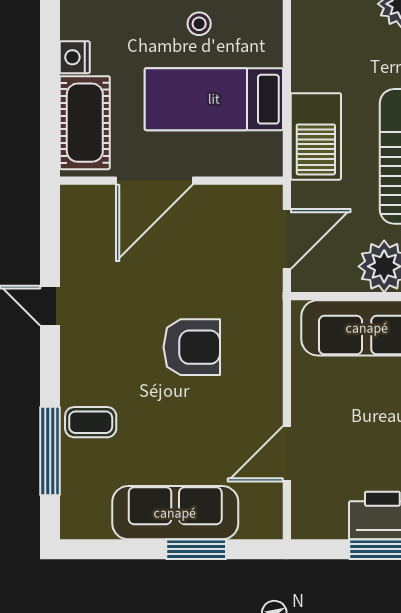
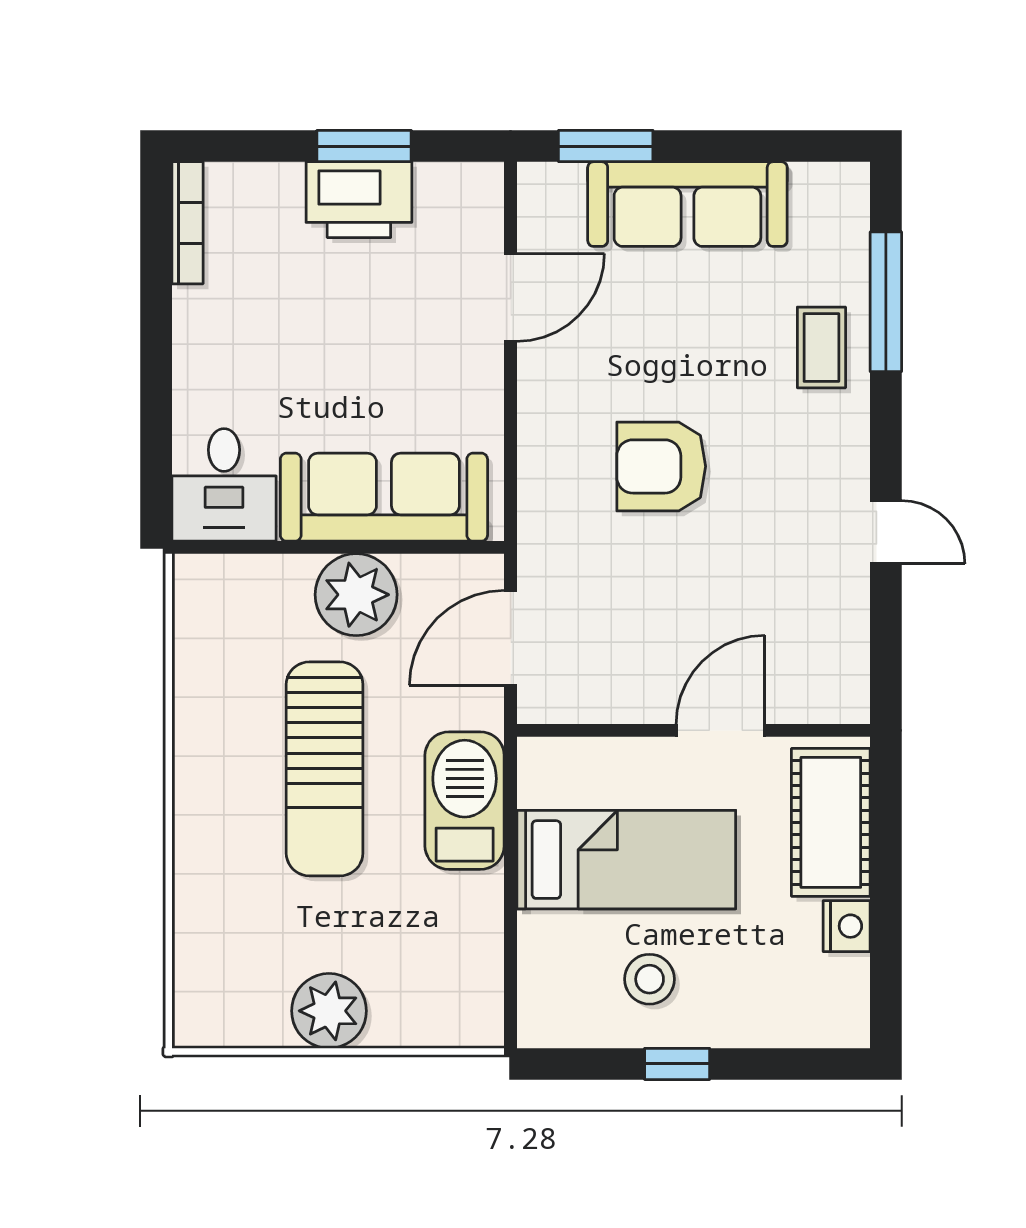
stool: (199, 24) -> (650, 979), width x1.37, depth x1.37
door: (154, 181) -> (721, 730), width x0.73
coffee table: (91, 422) -> (821, 347), turned 90
window: (196, 549) -> (606, 146), moved

